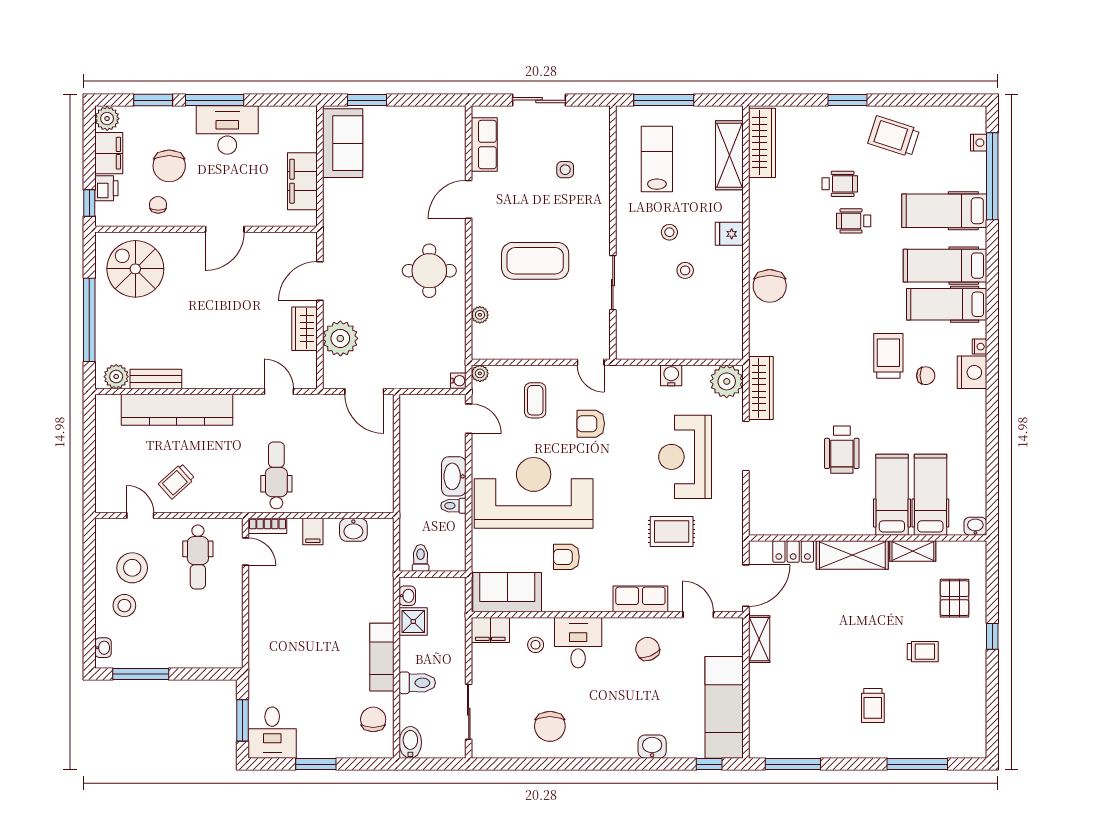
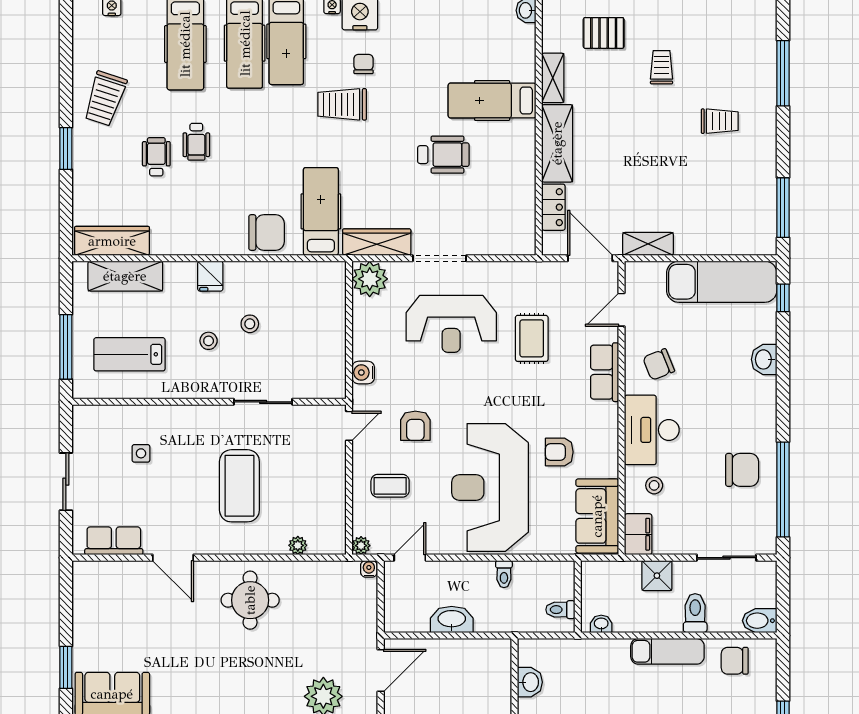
water cooler: (671, 375) -> (363, 372), moved
washbasin: (454, 476) -> (452, 619), moved, turned 180
hospital bed: (930, 495) -> (321, 211), moved, turned 90
armchair: (566, 557) -> (559, 452), turned 90
shower: (413, 621) -> (657, 576), moved
desk: (578, 643) -> (652, 430), width x1.37
window: (532, 764) -> (783, 490), added

